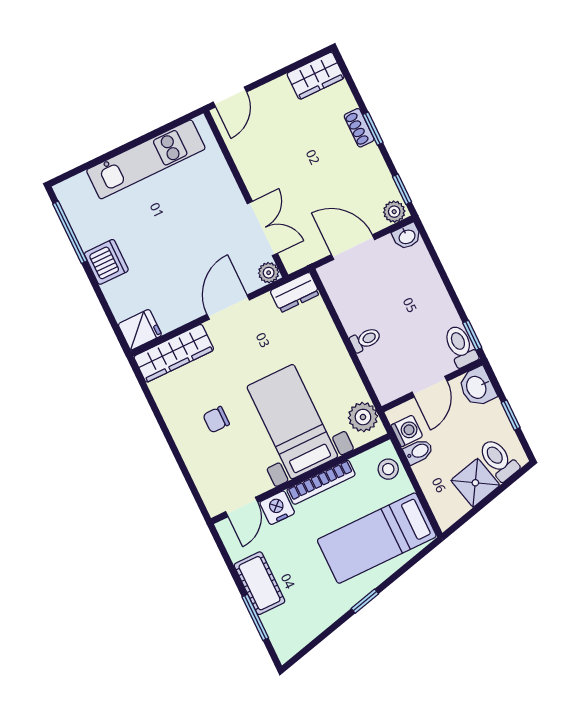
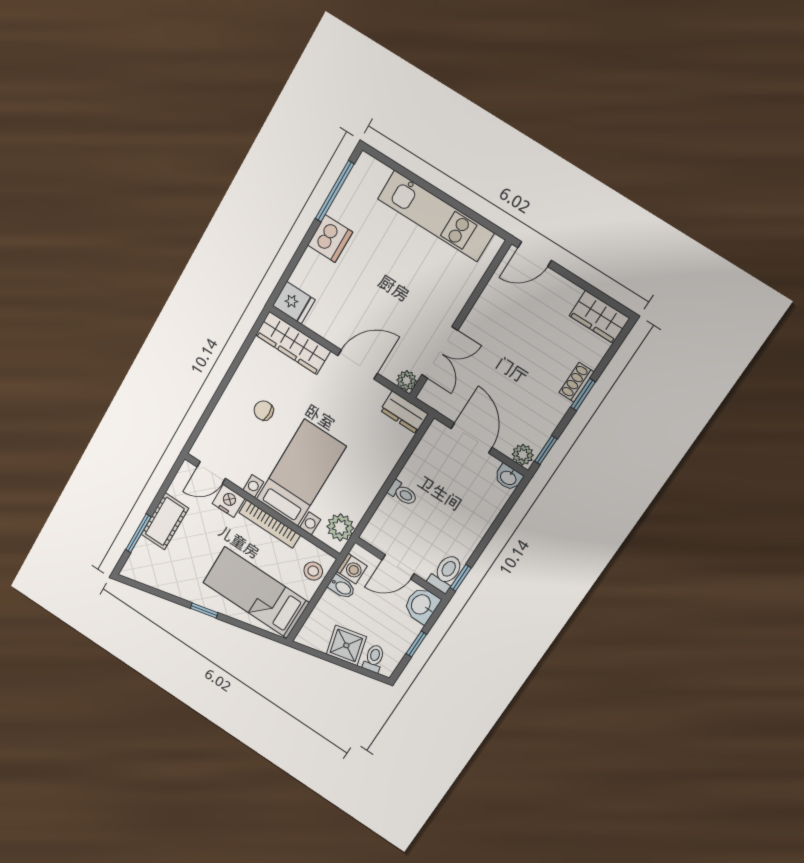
toilet: (498, 460) -> (374, 658), width x0.73, depth x0.72

